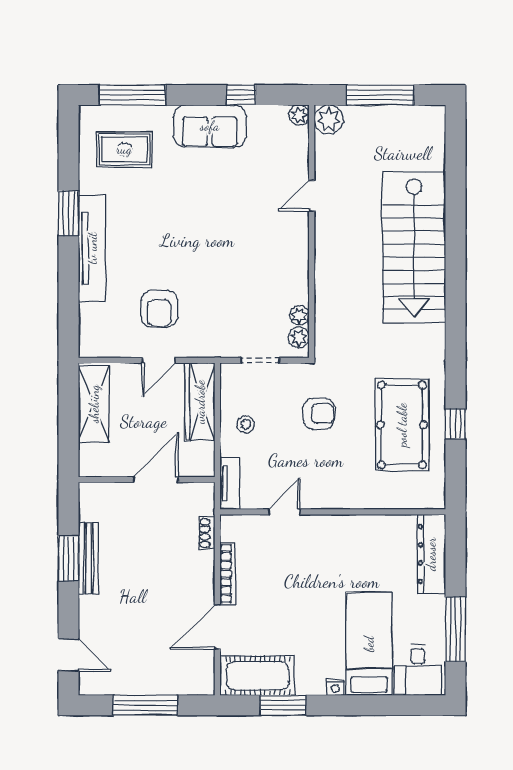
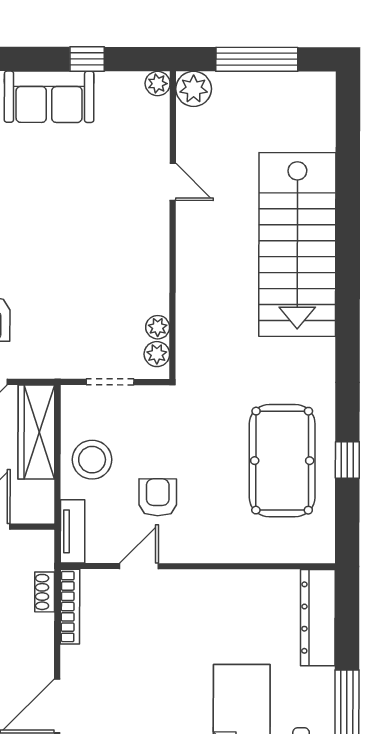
door: (312, 196) -> (173, 182), swing flipped
armchair: (319, 414) -> (158, 497), moved, turned -90
stool: (246, 424) -> (92, 460), width x1.89, depth x1.89
bookcase: (228, 574) -> (70, 607), moved

